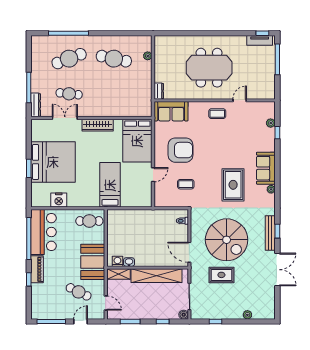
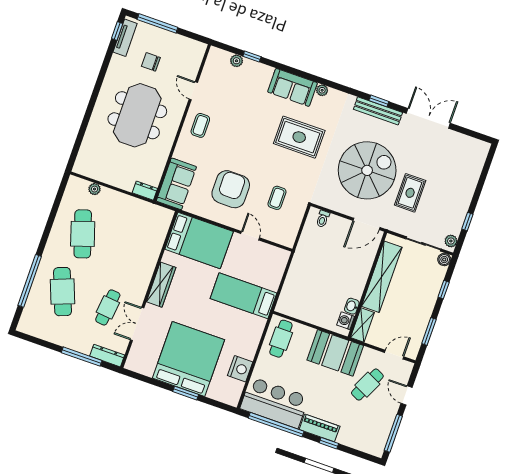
cafe table: (114, 59) -> (83, 234), turned -30
chair: (249, 64) -> (151, 62), added
plant: (247, 315) -> (451, 241), moved

